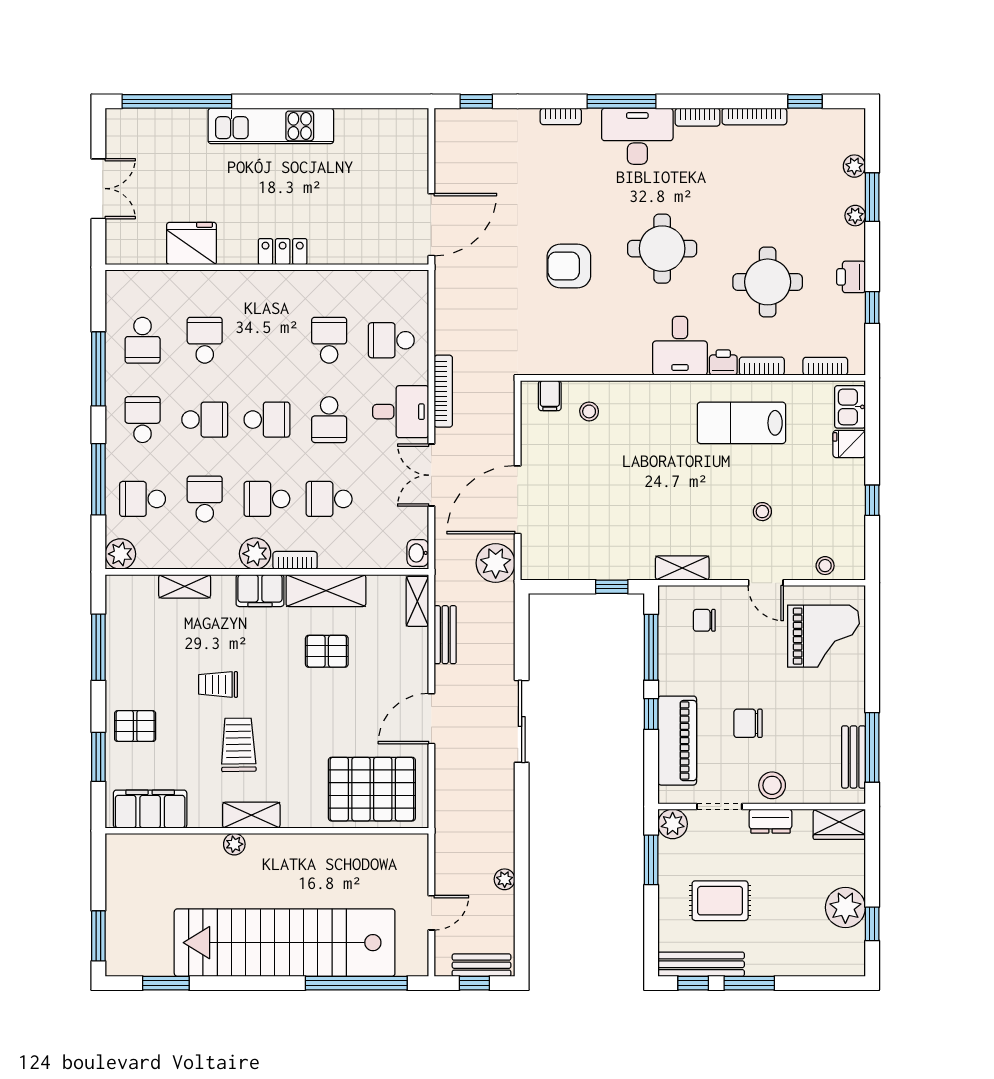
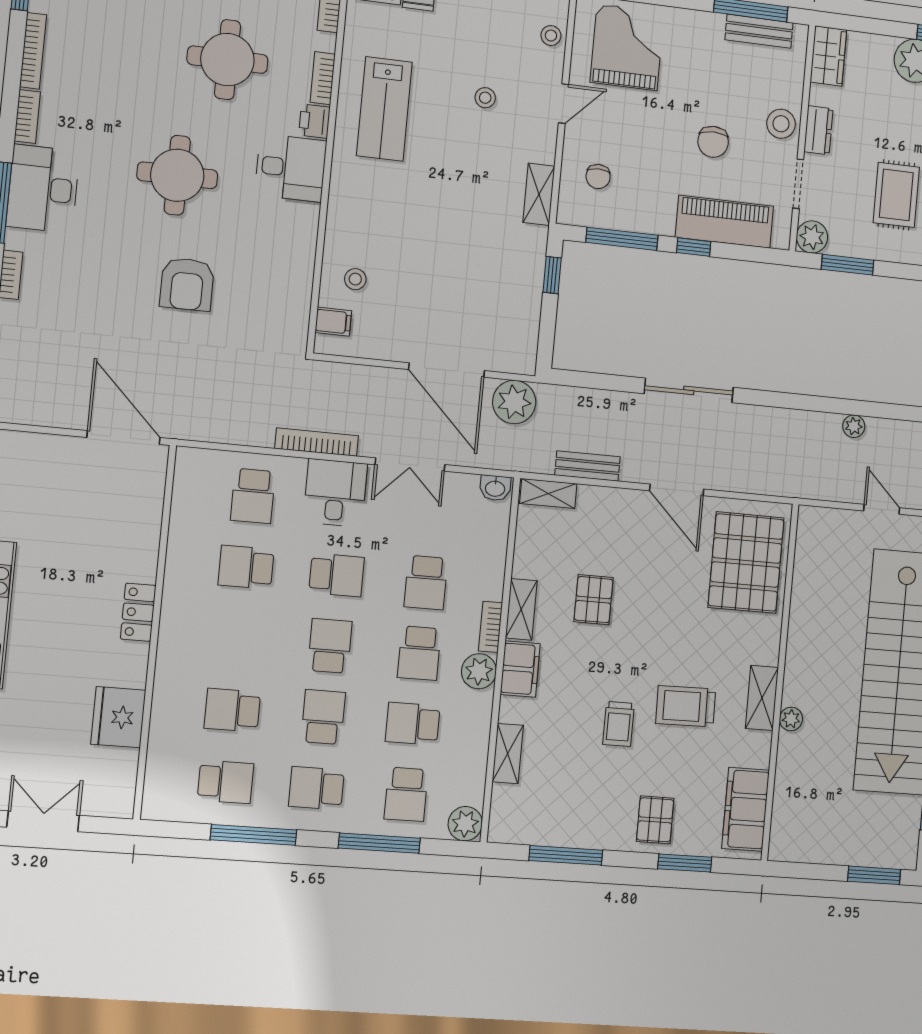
shelving: (326, 591) -> (521, 609), width x0.67, depth x0.75

